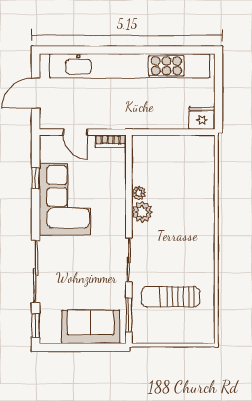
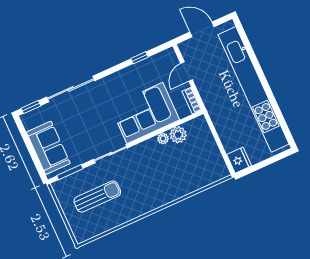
corner sofa: (65, 199) -> (145, 113), moved, turned 180
plant: (142, 212) -> (178, 135), moved
sun lounger: (170, 297) -> (97, 197), turned 90

